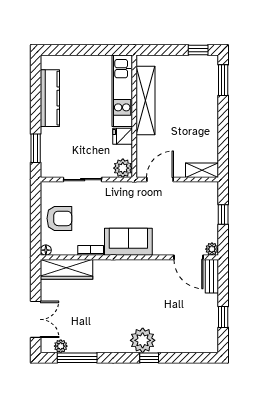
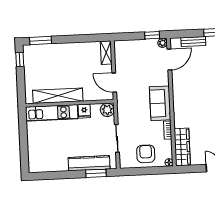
kitchen counter: (50, 98) -> (89, 163), moved
window: (223, 214) -> (152, 35), moved
bench: (212, 276) -> (193, 41), moved

